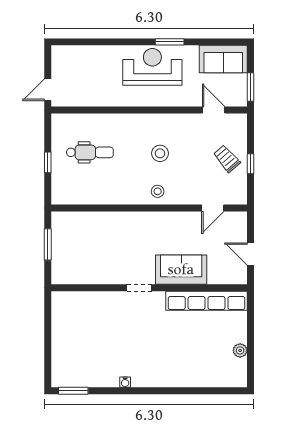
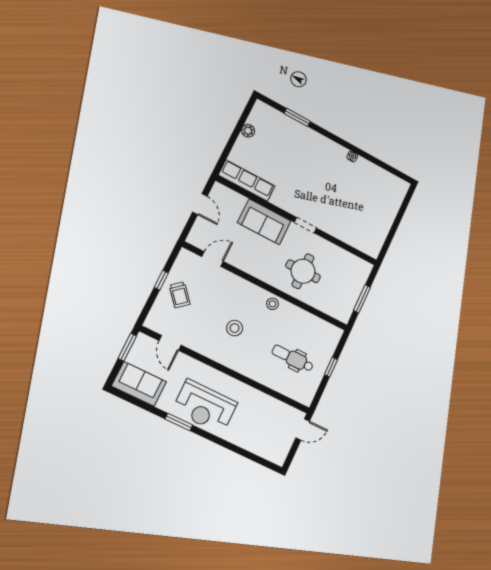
stool: (158, 191) -> (272, 304), moved
round table: (120, 241) -> (303, 271), added
row of seats: (207, 301) -> (247, 181), width x0.73
window: (73, 391) -> (297, 117), moved

